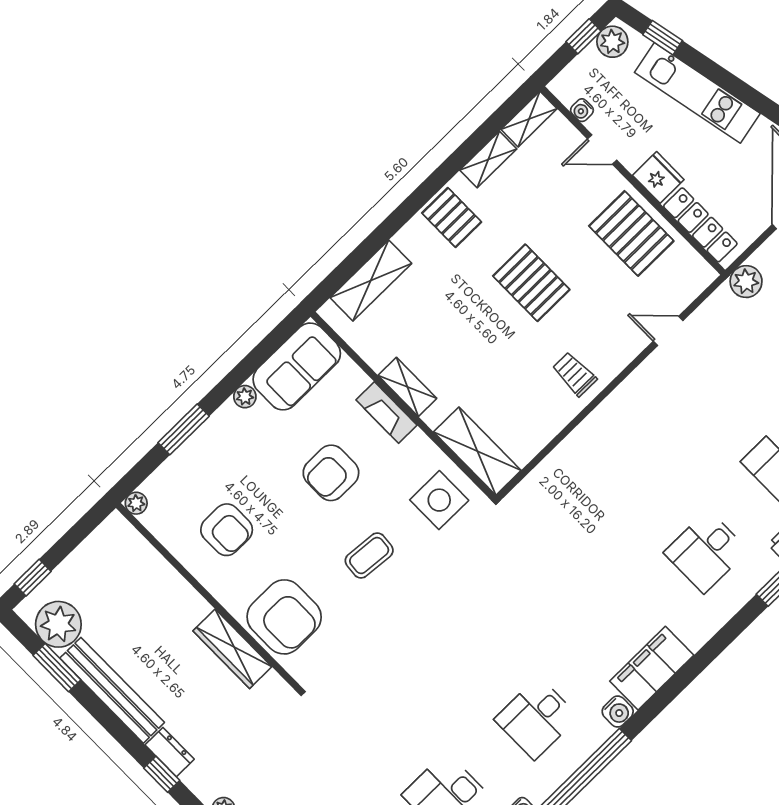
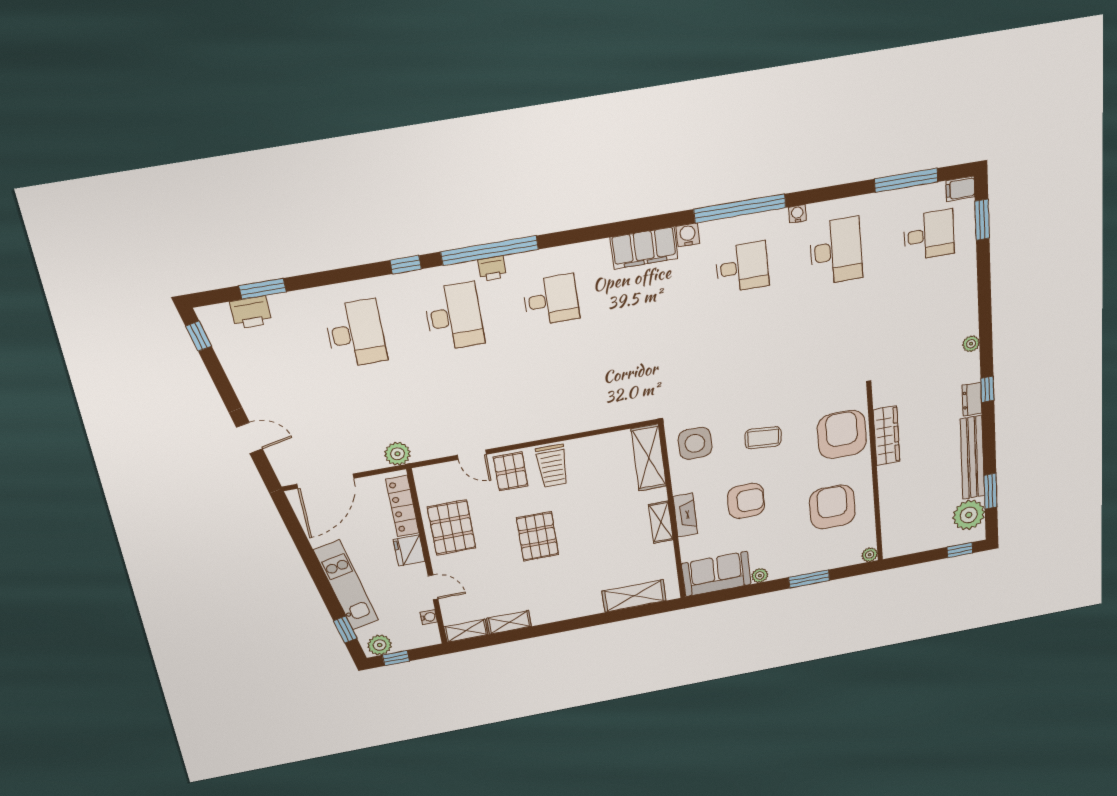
pallet: (452, 217) -> (511, 471), moved
trolley: (574, 374) -> (552, 466), width x1.36, depth x1.39
armchair: (227, 530) -> (832, 507), width x1.36, depth x1.36

